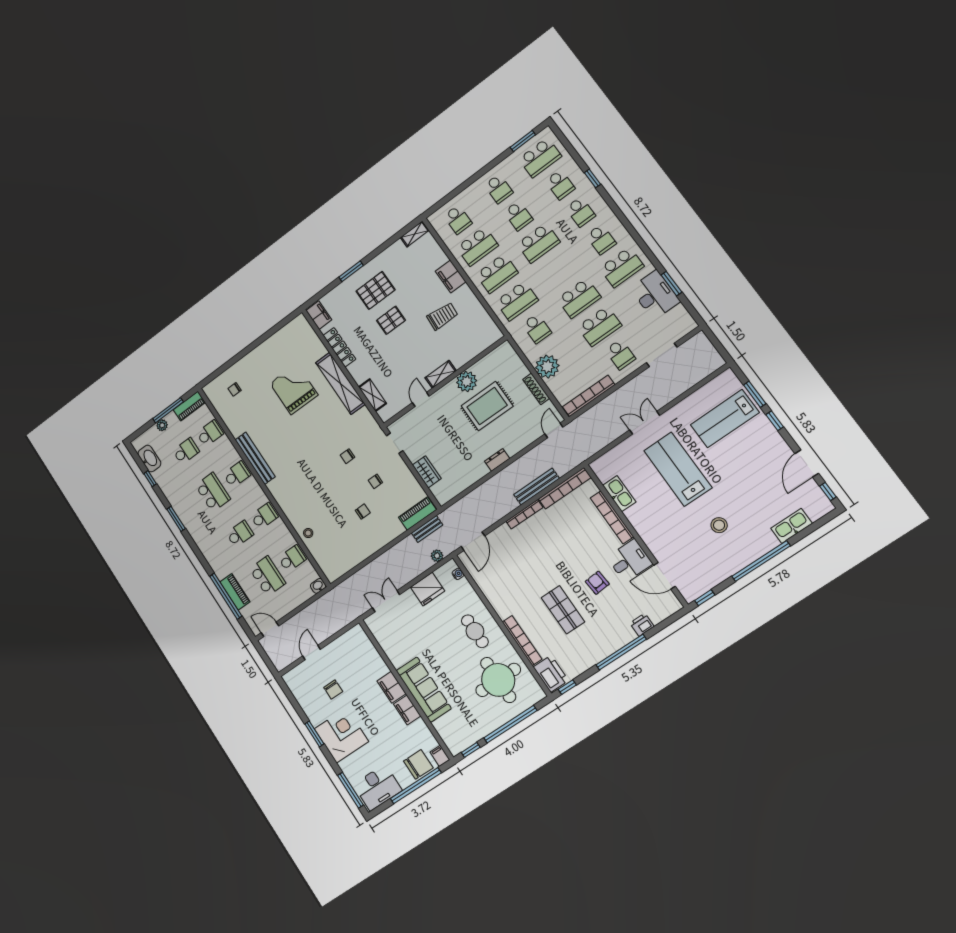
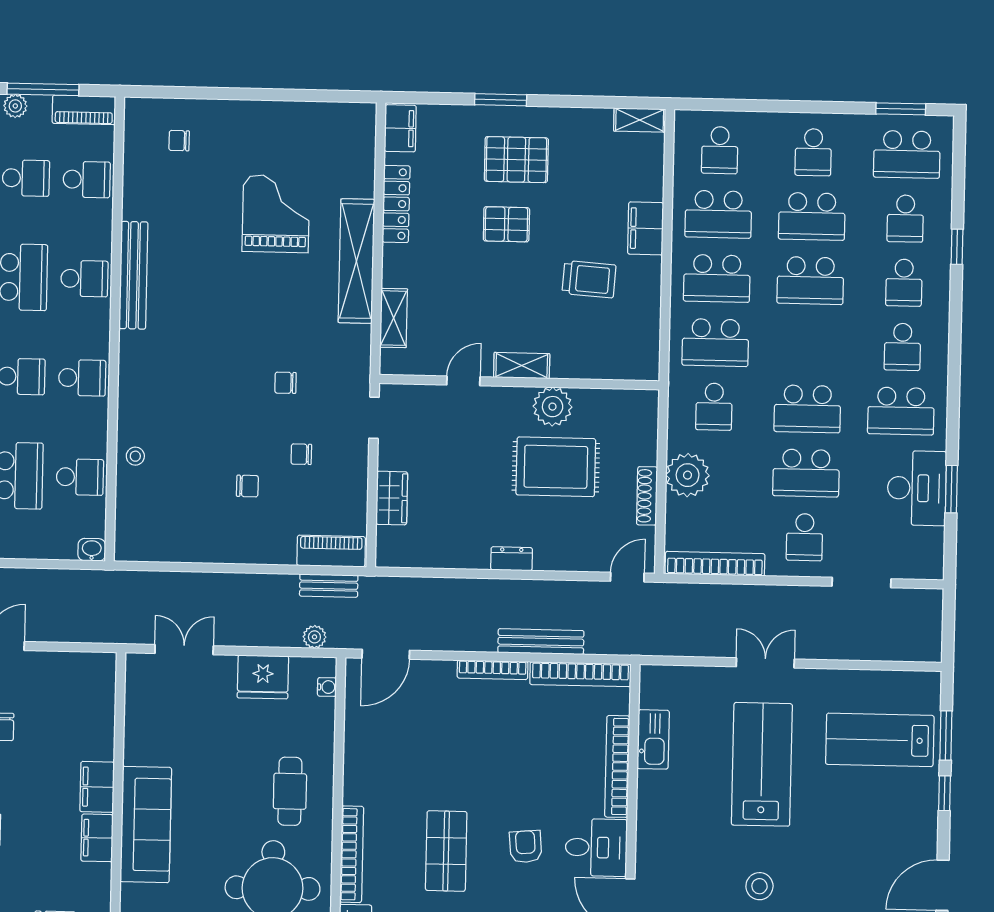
school desk: (518, 216) -> (812, 216), width x1.85

